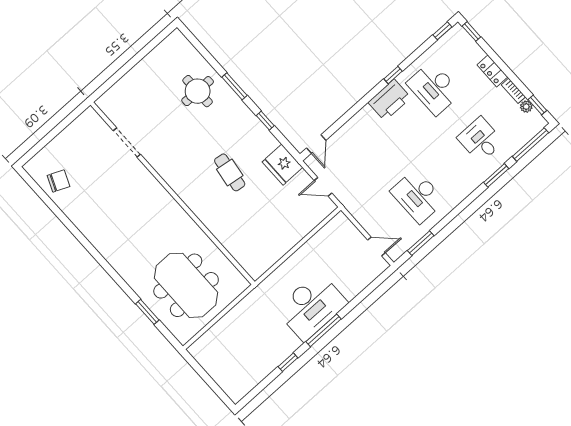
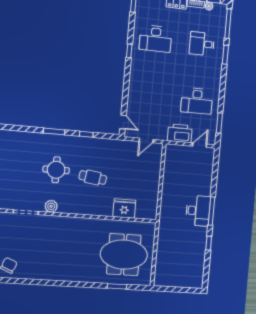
round table: (198, 91) -> (56, 170), moved
printer: (389, 100) -> (180, 133), moved, turned -90
plant: (158, 161) -> (51, 206), added
fridge: (282, 165) -> (124, 208), moved, turned 180
desk: (311, 306) -> (198, 211), width x0.73, depth x0.77

